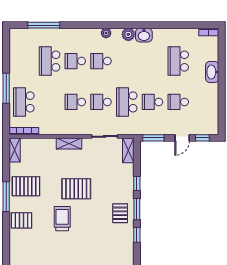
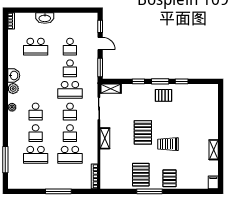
school desk: (24, 102) -> (70, 155), moved
shelving: (15, 150) -> (110, 184), removed

